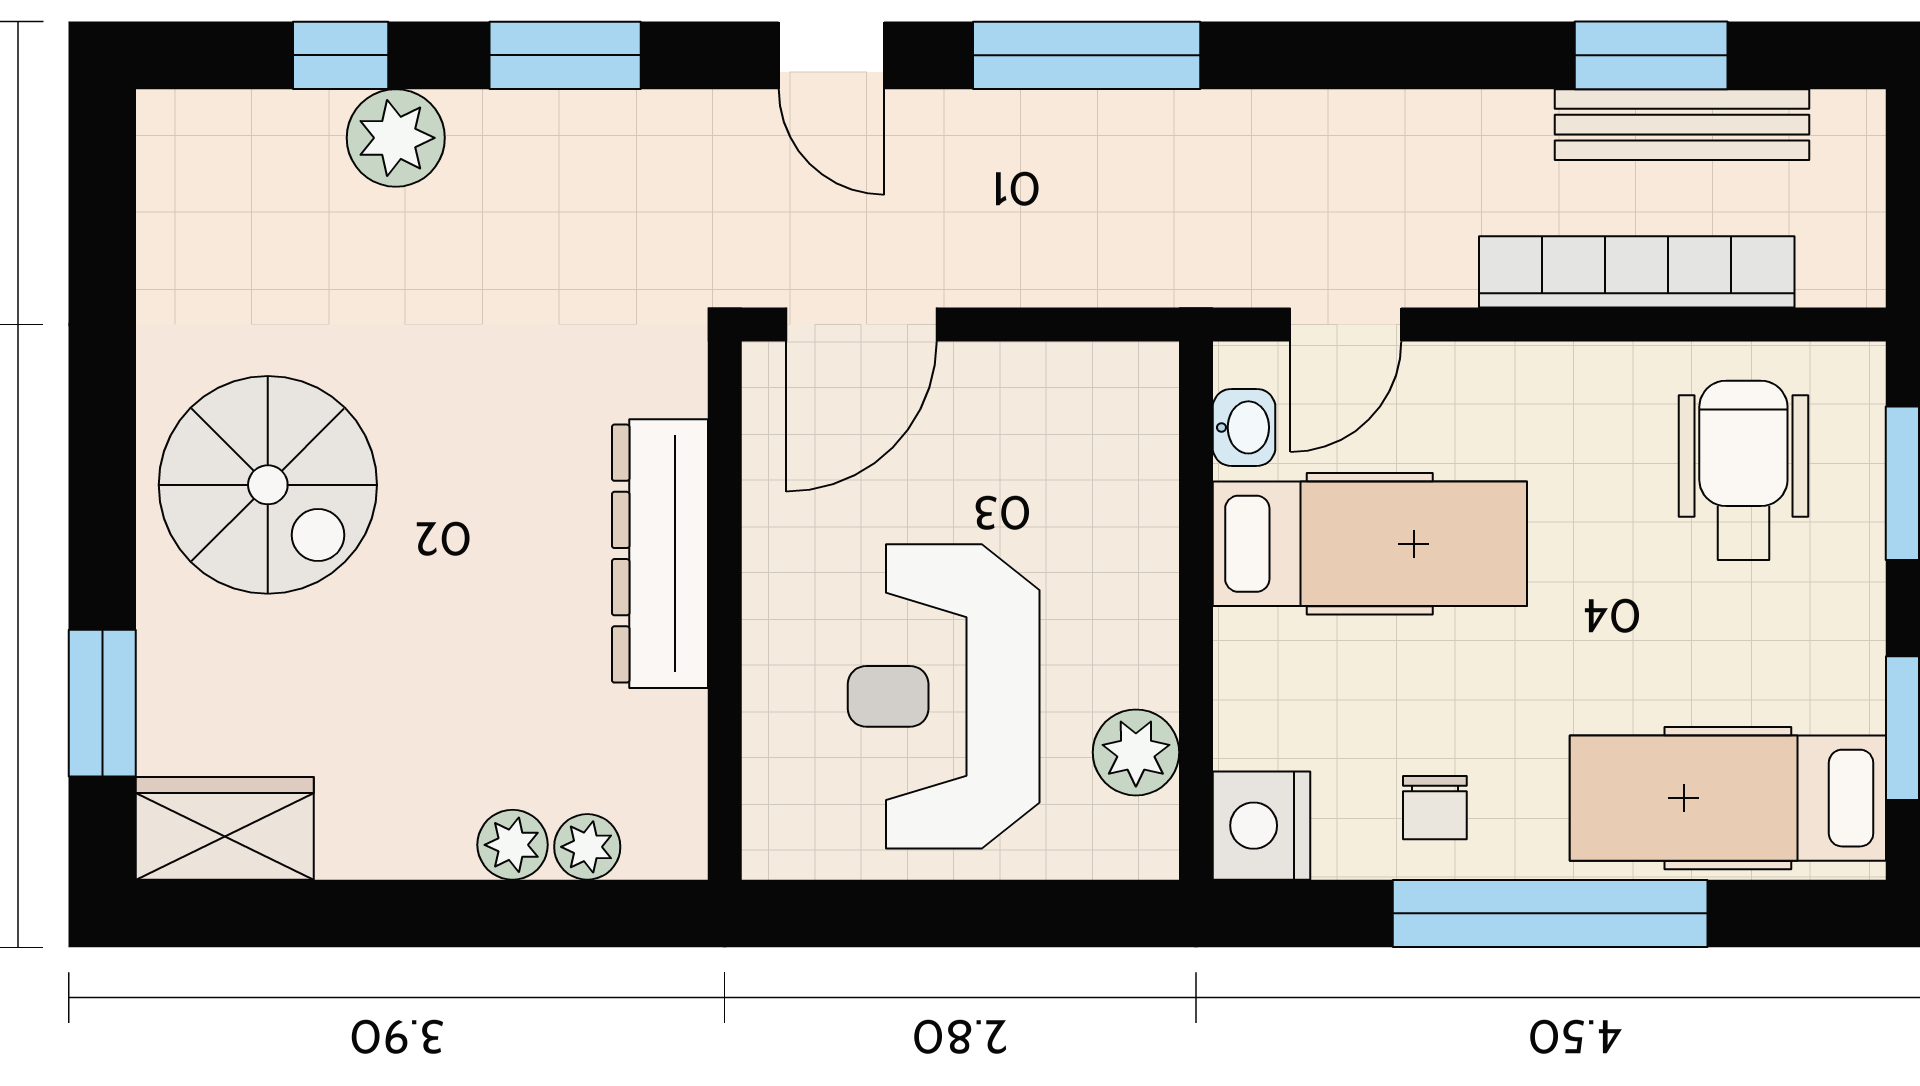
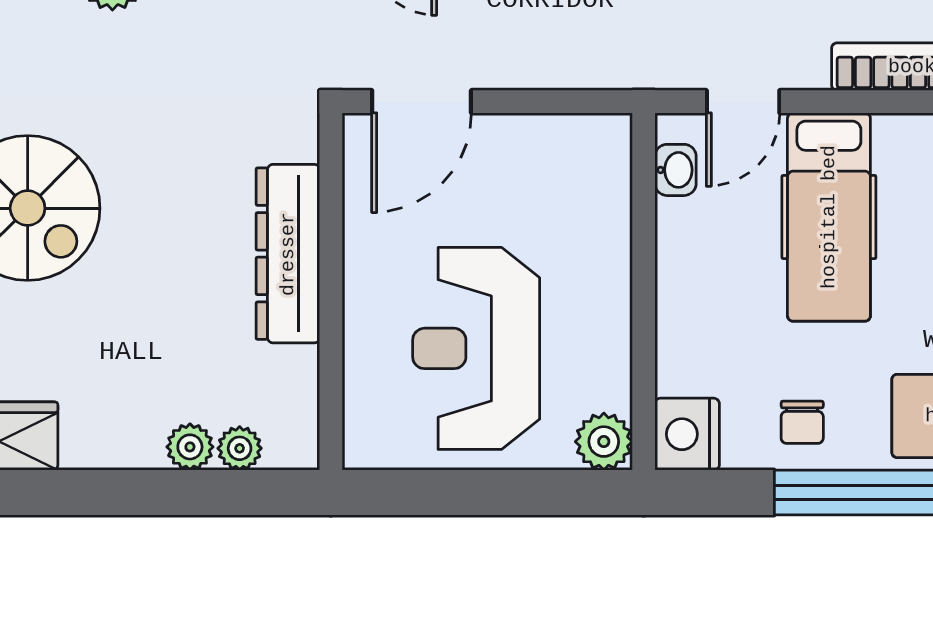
hospital bed: (1370, 544) -> (829, 217), moved, turned 90
plant: (1136, 752) -> (604, 442), moved

